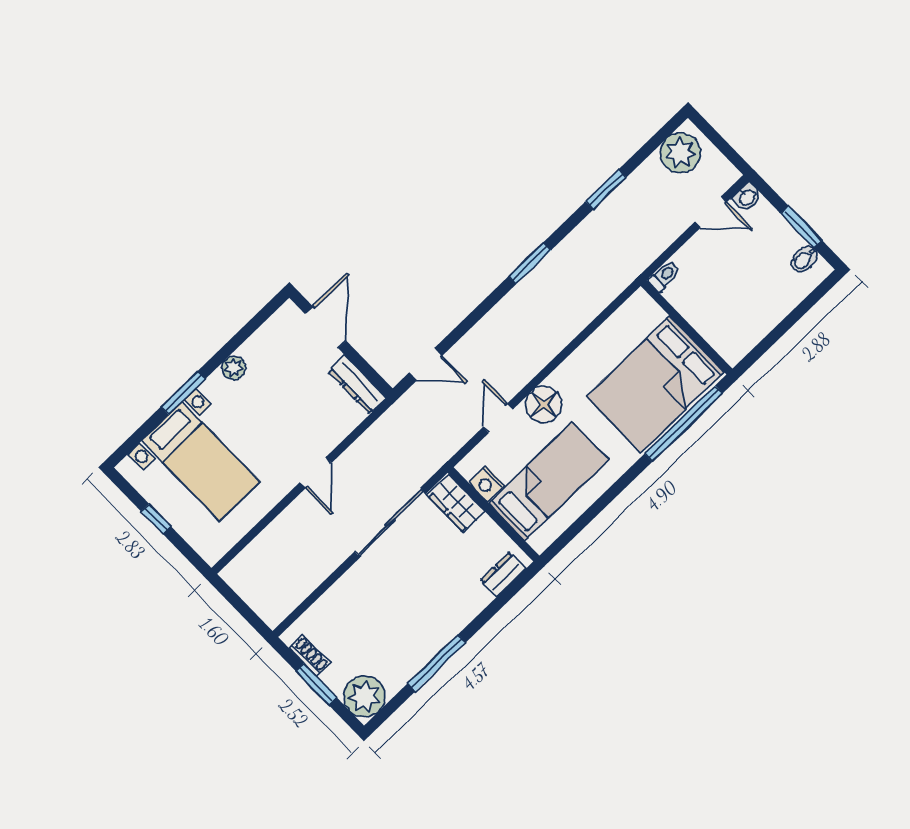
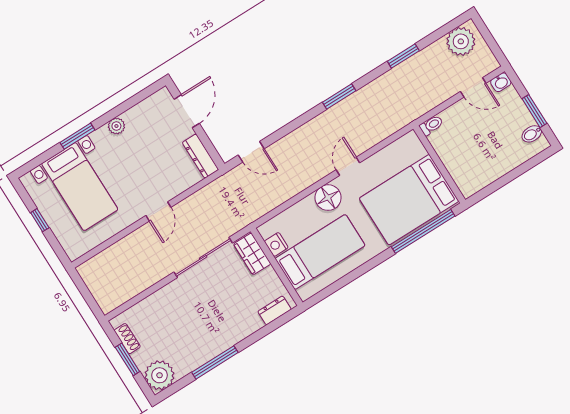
door: (498, 418) -> (348, 166), moved

